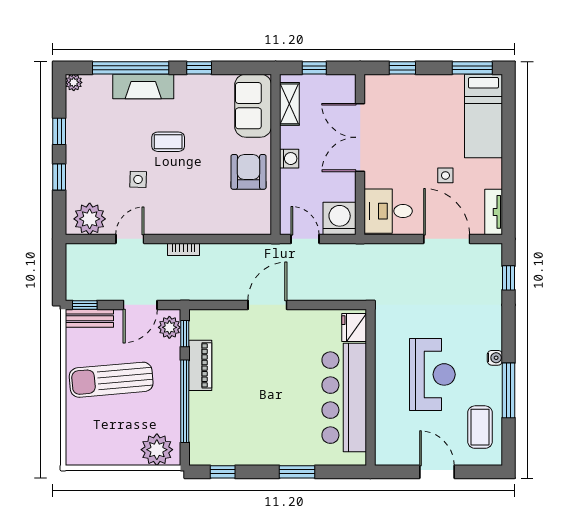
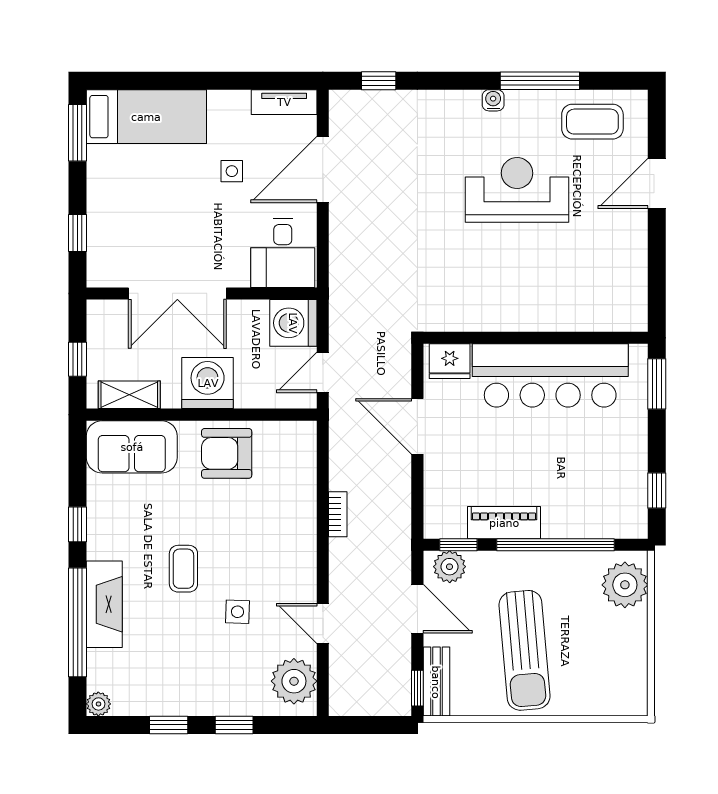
washing machine: (289, 159) -> (208, 383), width x1.89, depth x1.89
bookcase: (184, 249) -> (338, 514), moved
fridge: (354, 327) -> (450, 361), moved
wall: (370, 387) -> (536, 338), moved
bar counter: (344, 398) -> (550, 375), moved

